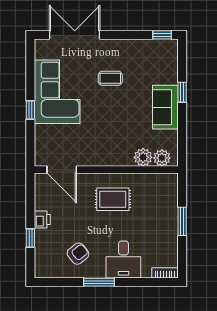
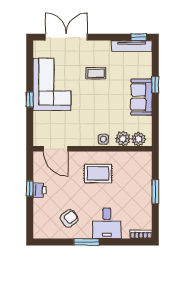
tv unit: (154, 45) -> (132, 46), added
side table: (119, 158) -> (103, 139), added
window: (30, 238) -> (30, 188), moved

